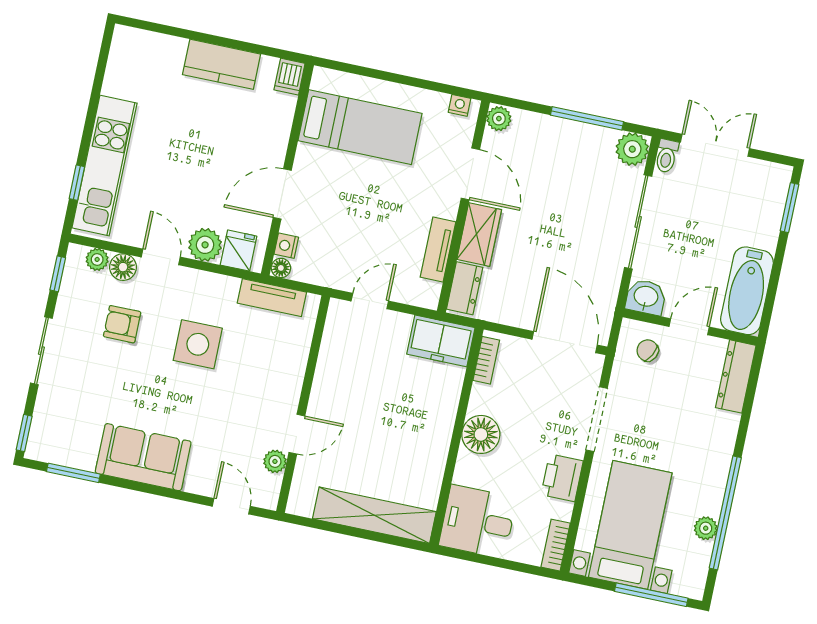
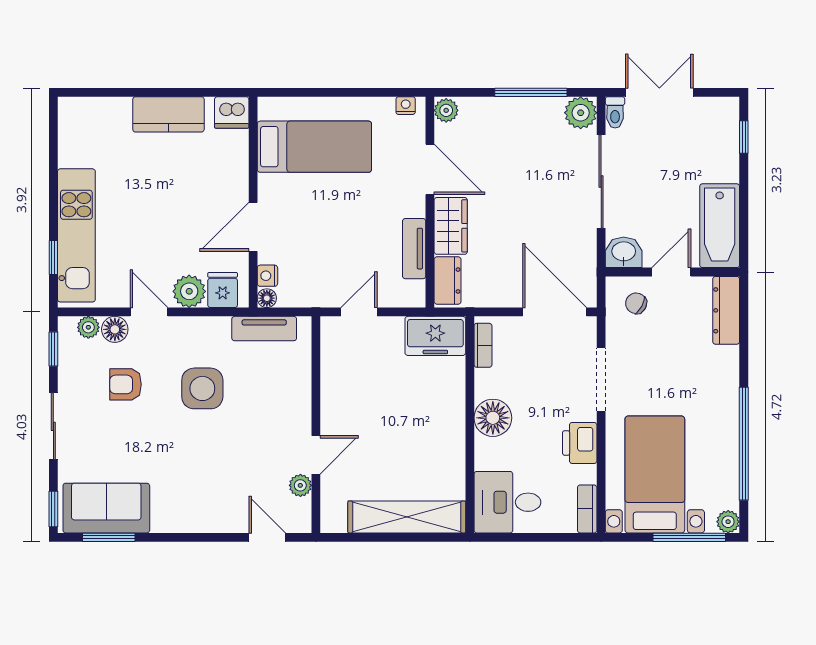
dishwasher: (290, 77) -> (232, 113), width x1.38
window: (790, 208) -> (744, 137), width x0.67
sofa: (143, 457) -> (106, 508), moved
plant: (706, 528) -> (728, 522), moved

